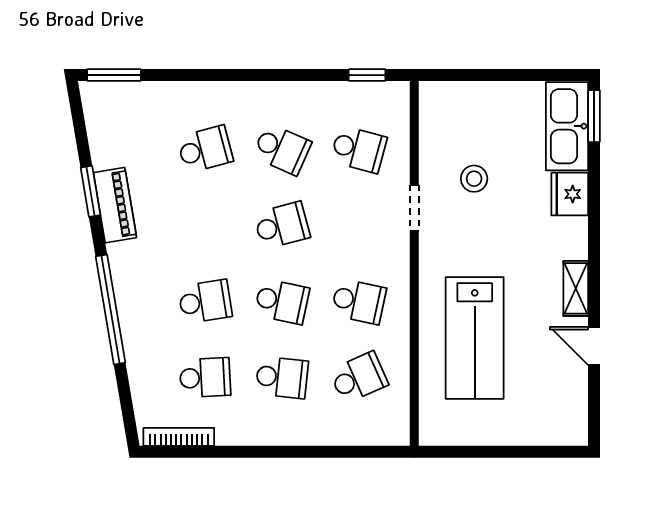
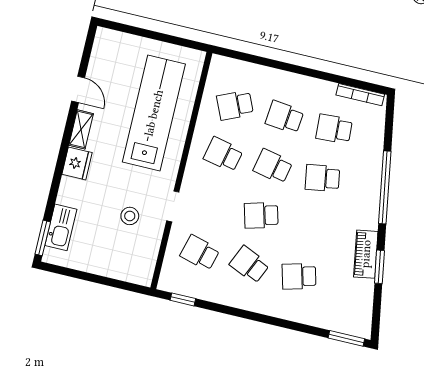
kitchen sink: (567, 126) -> (61, 227), width x0.73, depth x0.81
fridge: (570, 194) -> (77, 163), moved
lab bench: (475, 338) -> (154, 113), width x1.36

